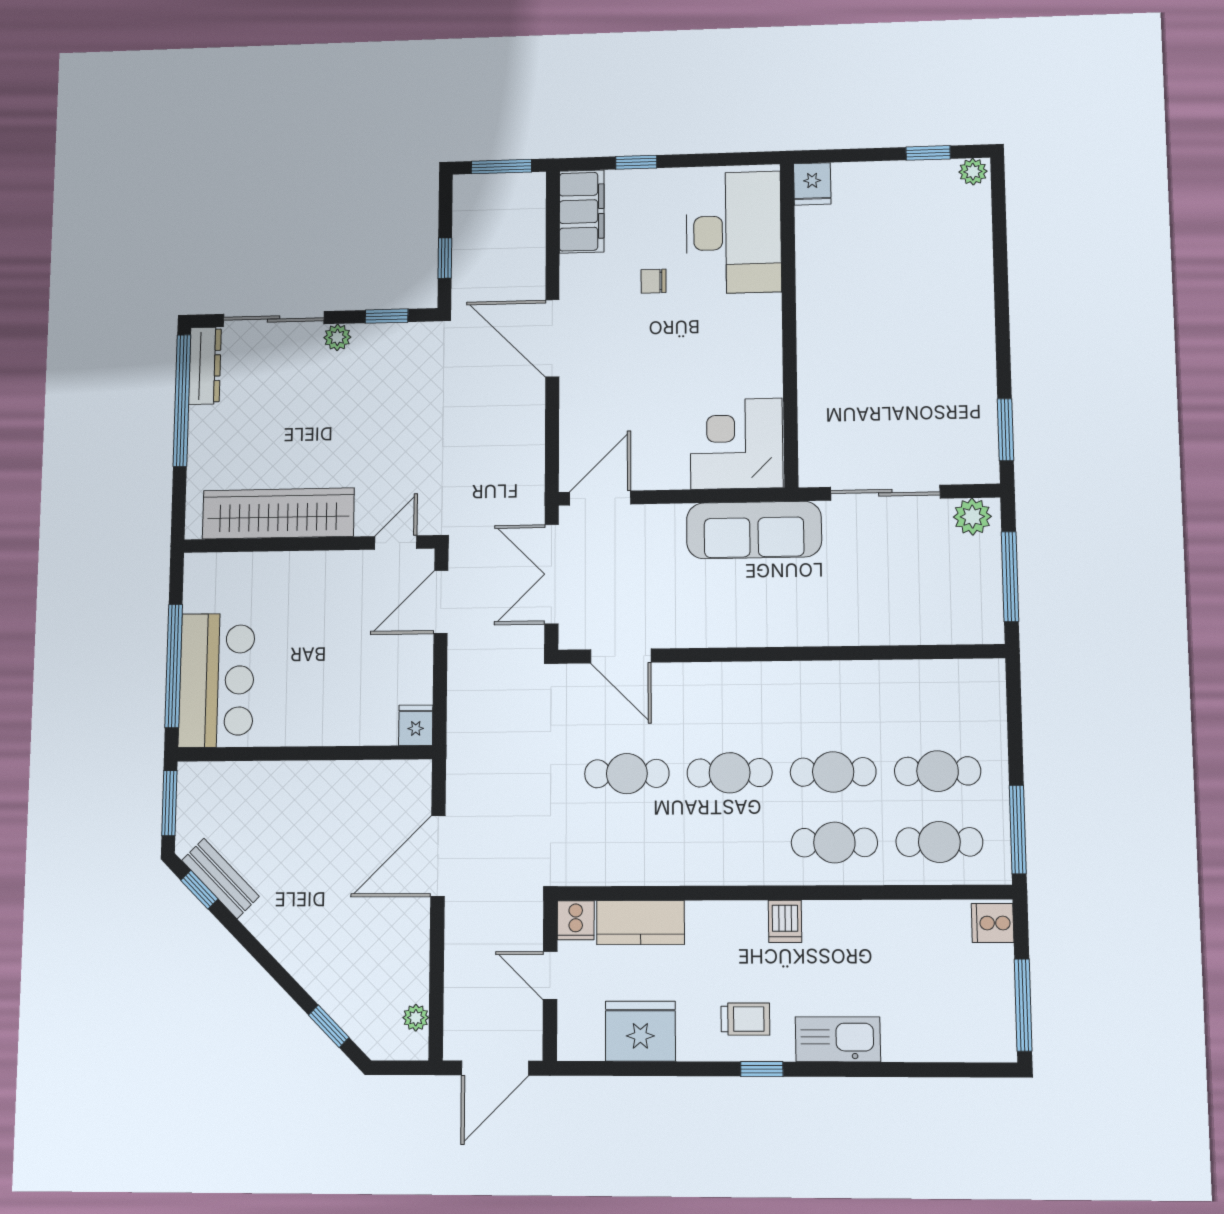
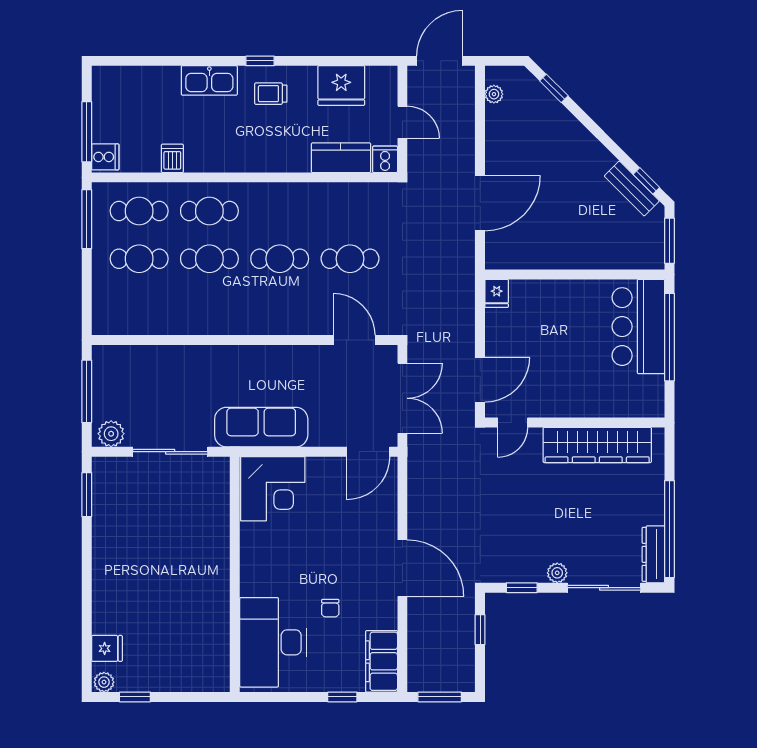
fridge: (812, 184) -> (107, 648), moved, turned 90
chair: (654, 281) -> (330, 608), turned 90
dishwasher: (785, 921) -> (172, 158), moved
window: (1023, 1005) -> (87, 132), moved

